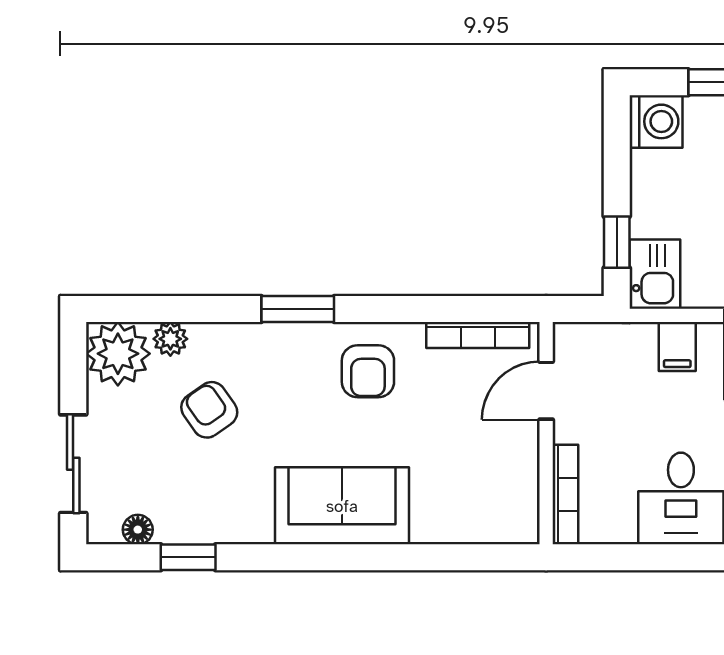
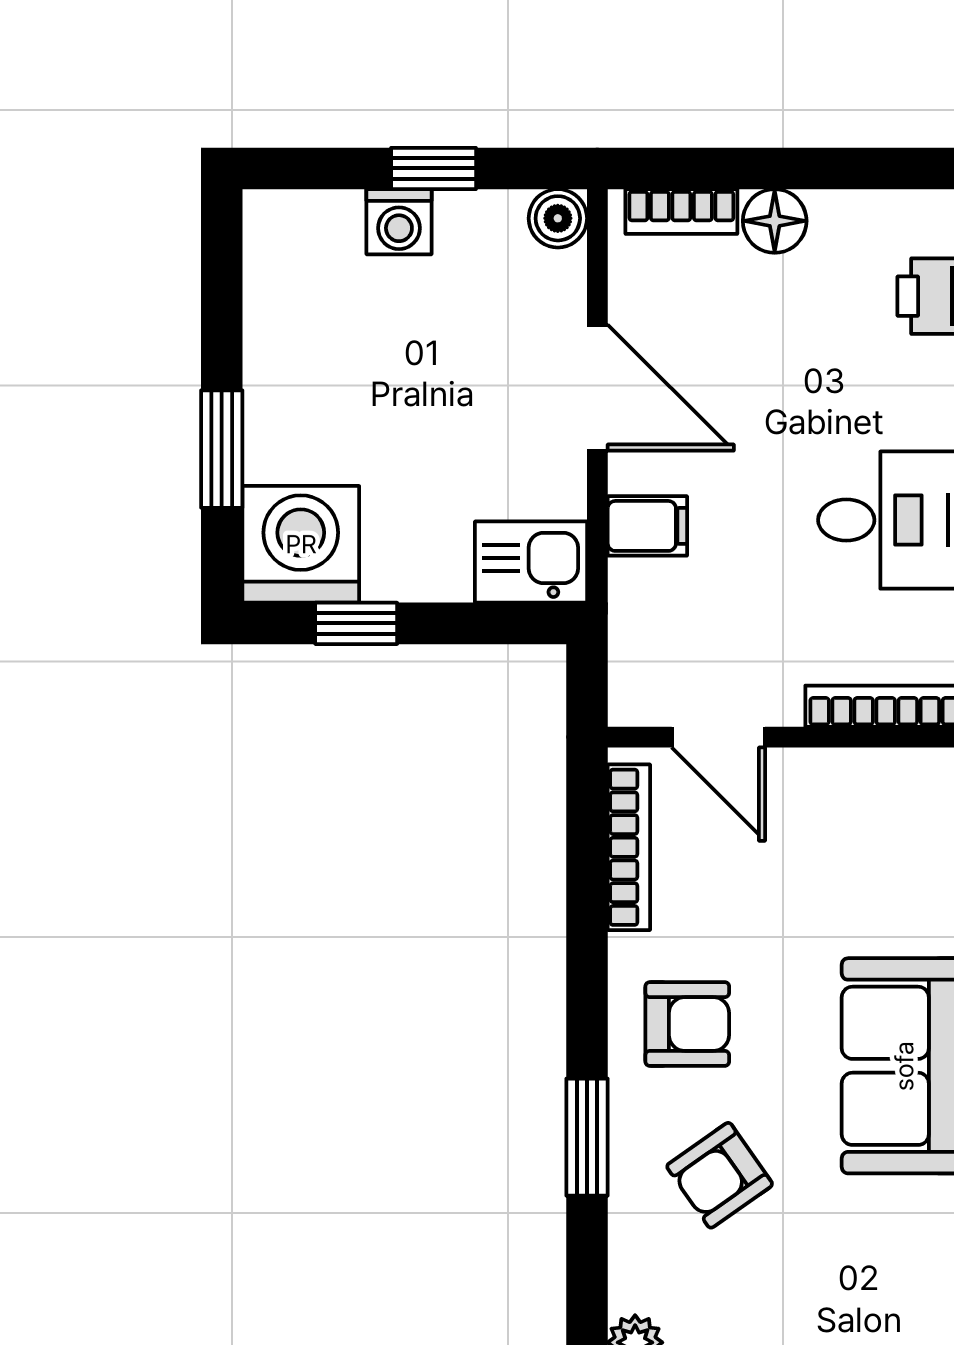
washing machine: (656, 121) -> (301, 544), width x1.37, depth x1.37
window: (617, 242) -> (356, 623), moved
armchair: (209, 410) -> (720, 1175), moved

